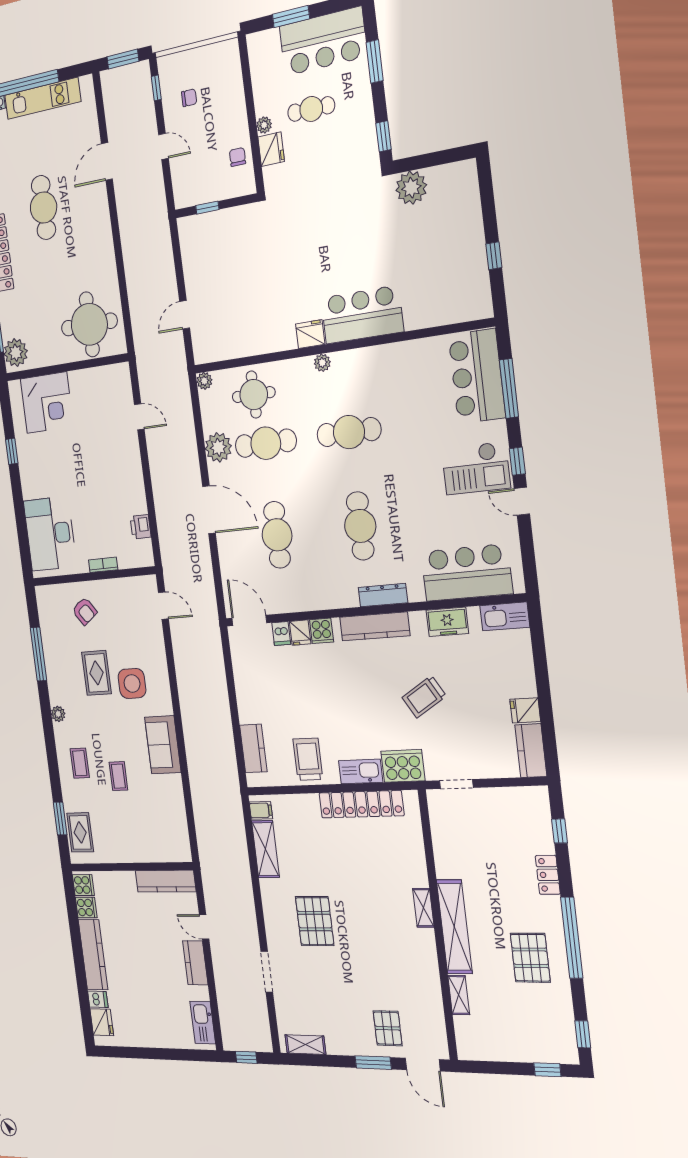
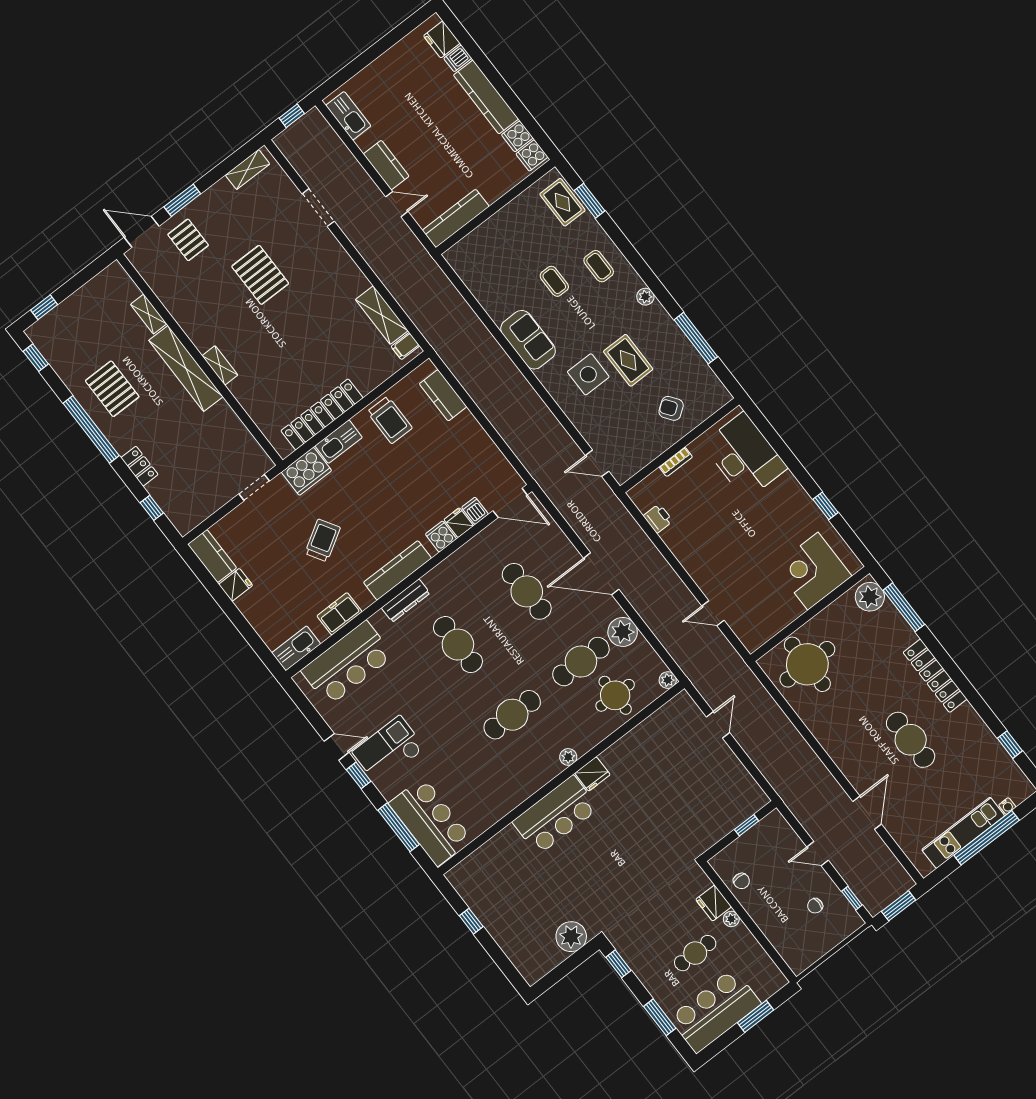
pallet: (315, 921) -> (260, 275), moved

